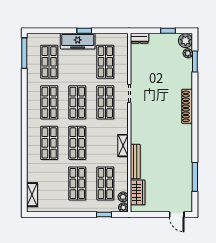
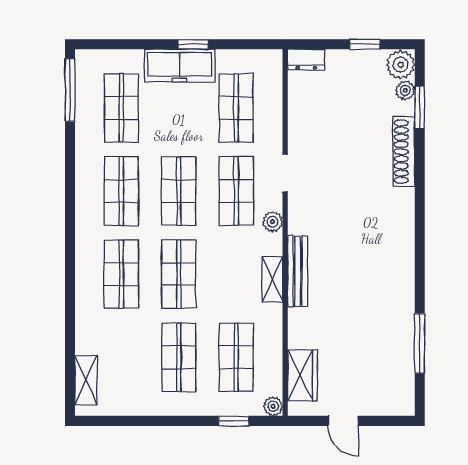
shoe rack: (187, 106) -> (404, 152), moved
bench: (135, 162) -> (298, 271), moved
plant: (123, 197) -> (273, 222), moved
door: (177, 215) -> (343, 421), moved

